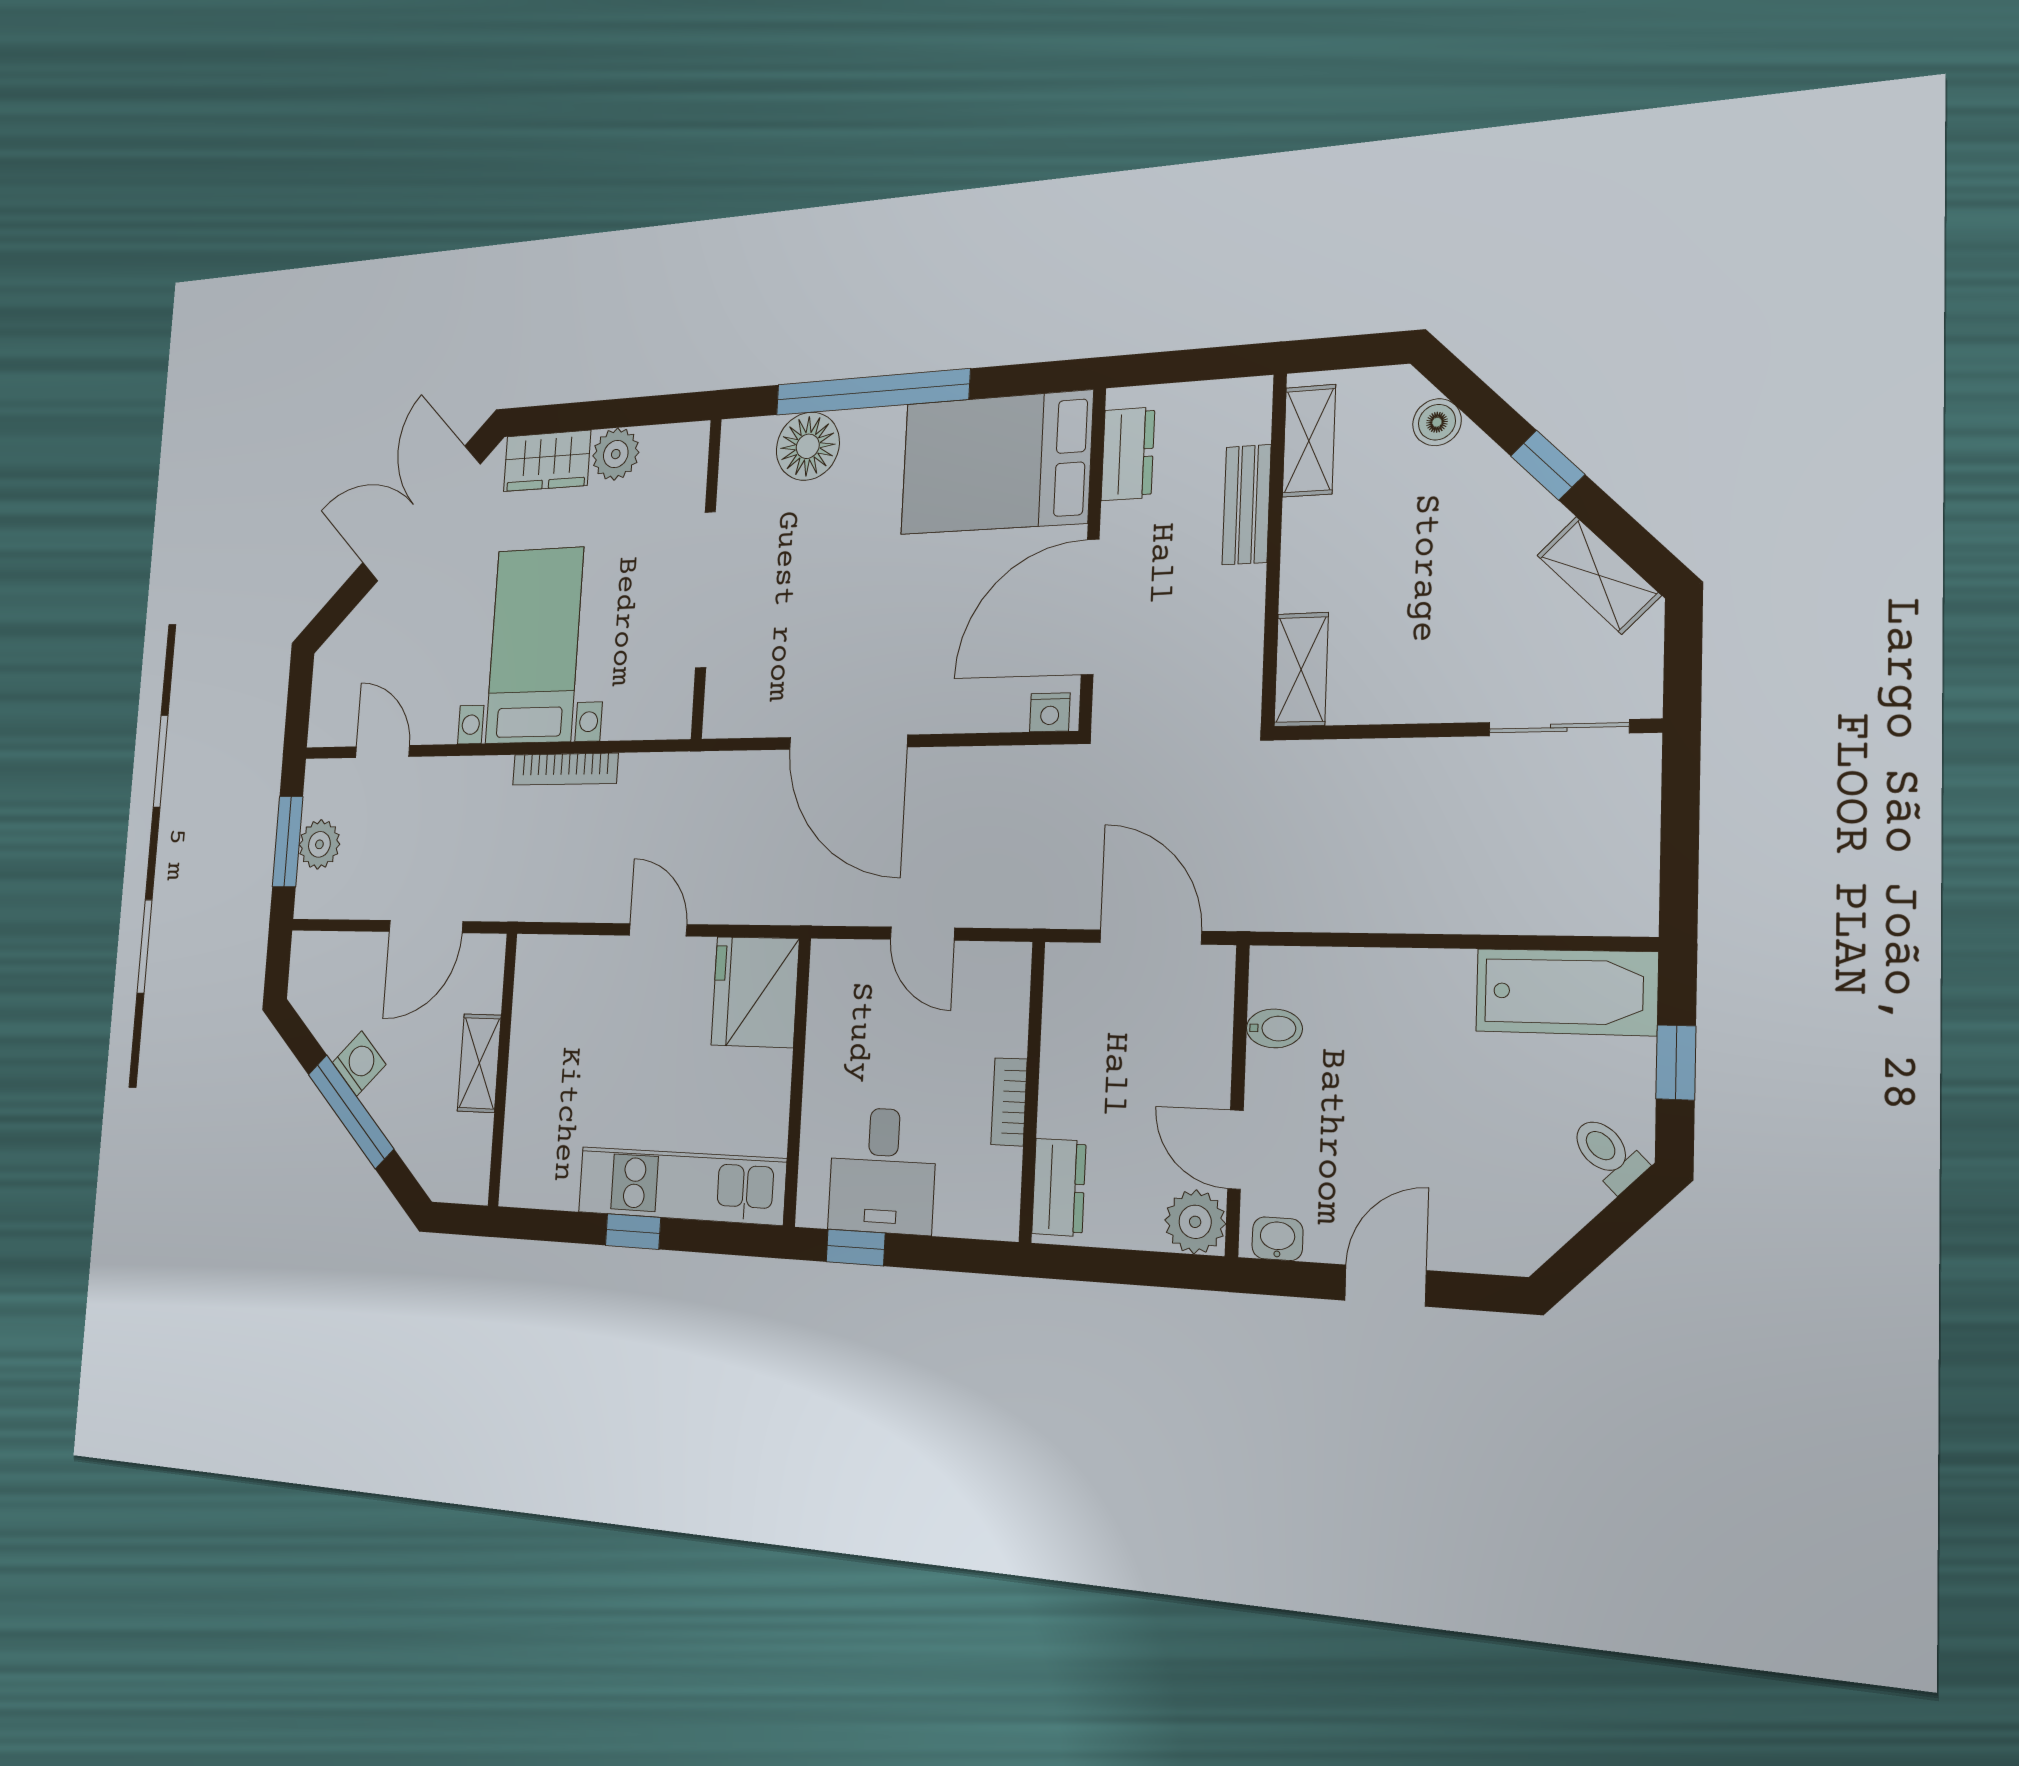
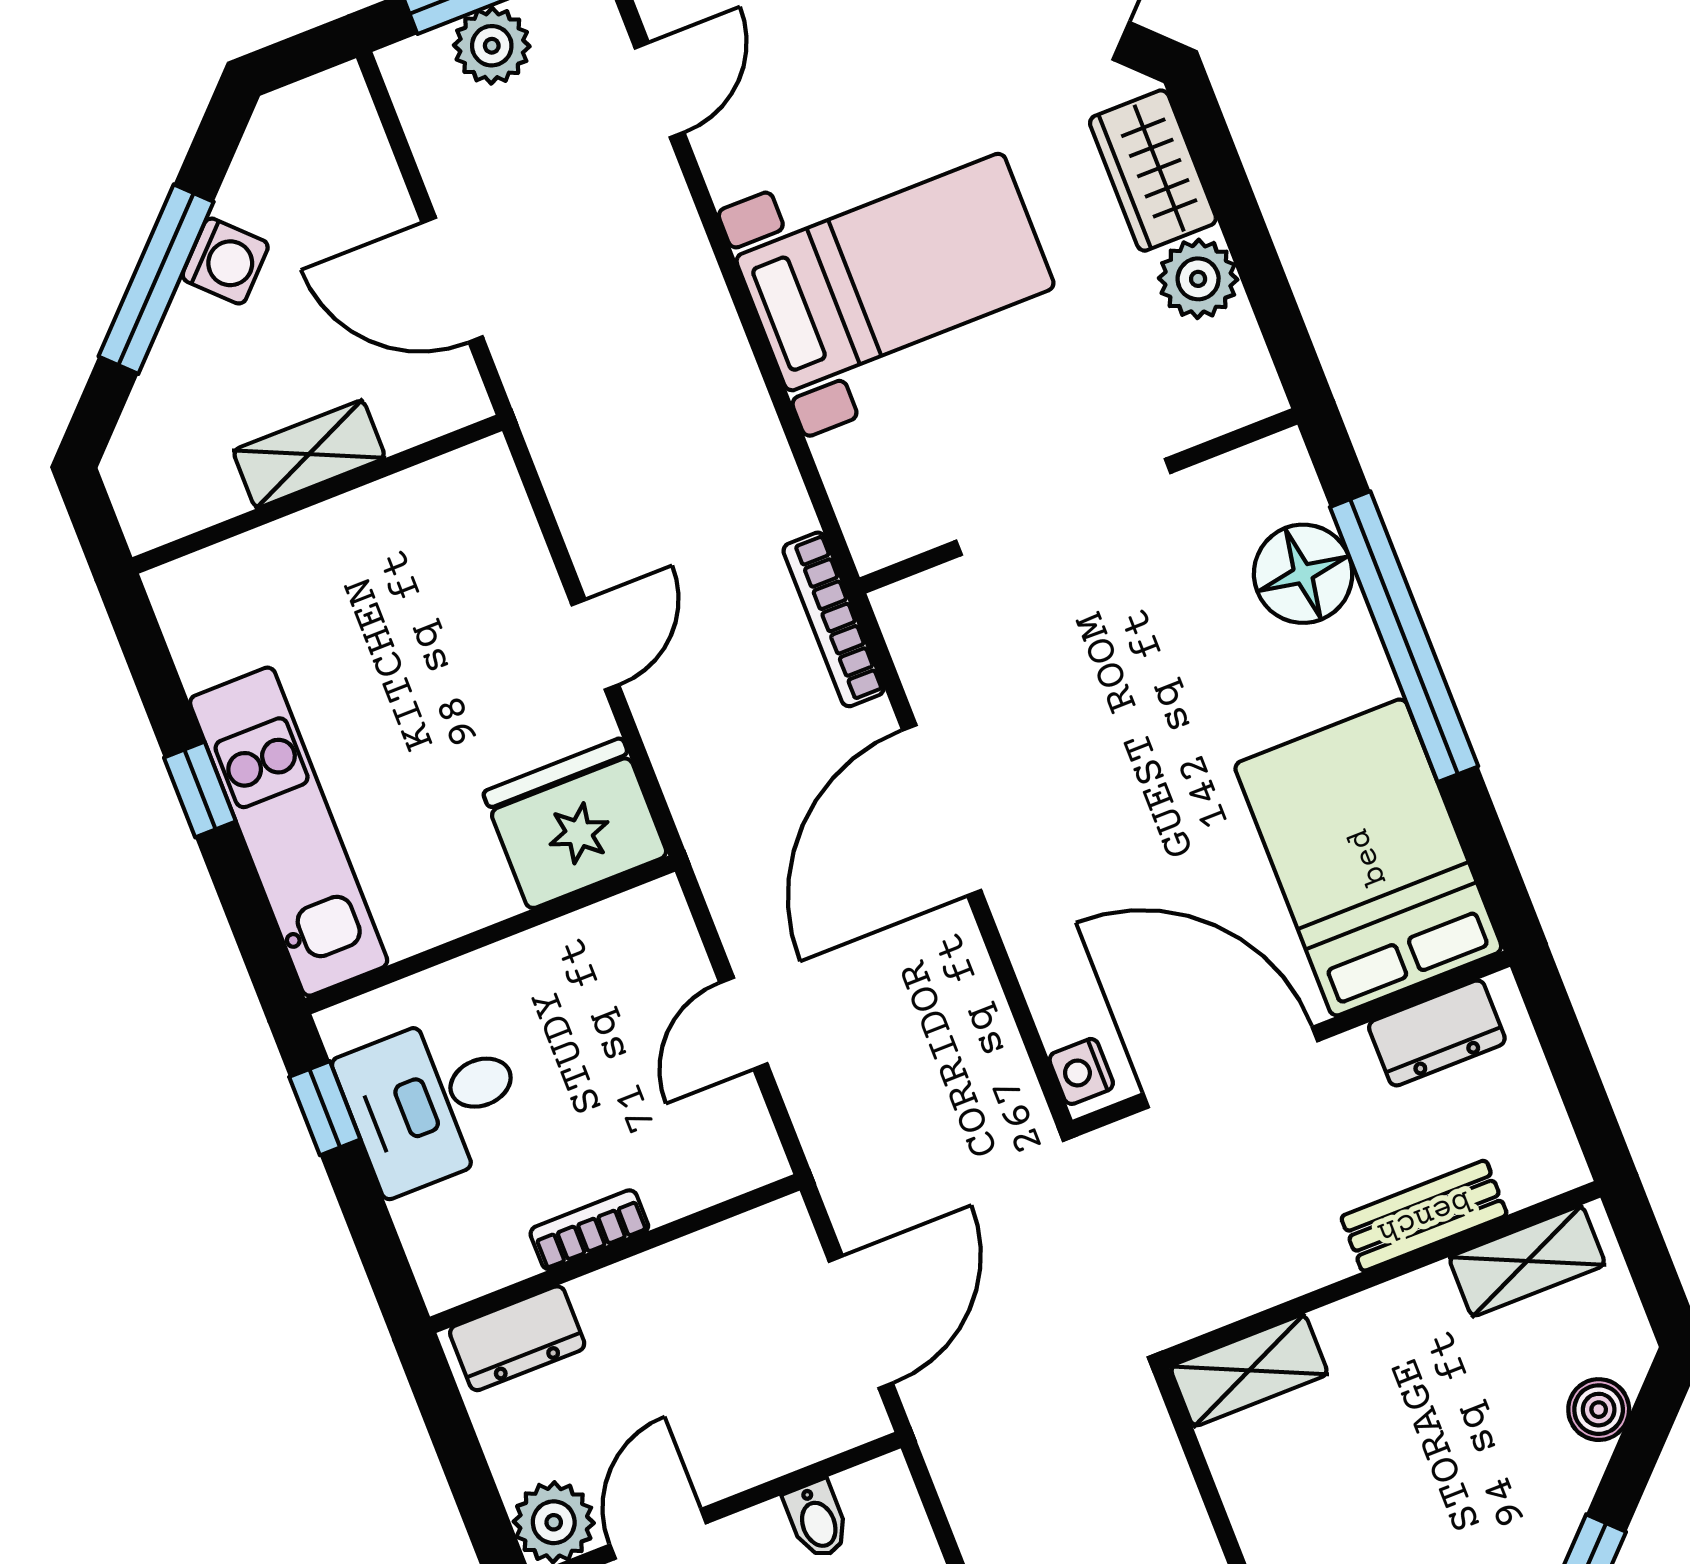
bookcase: (565, 769) -> (834, 619), moved

